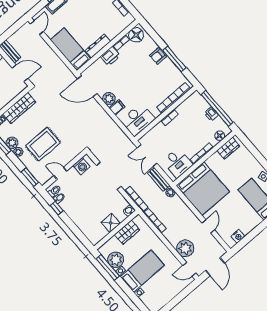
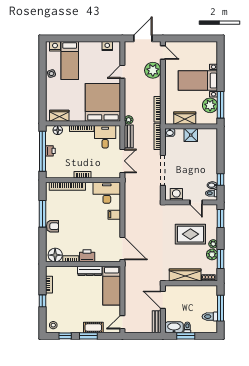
plant: (109, 99) -> (115, 226), removed

